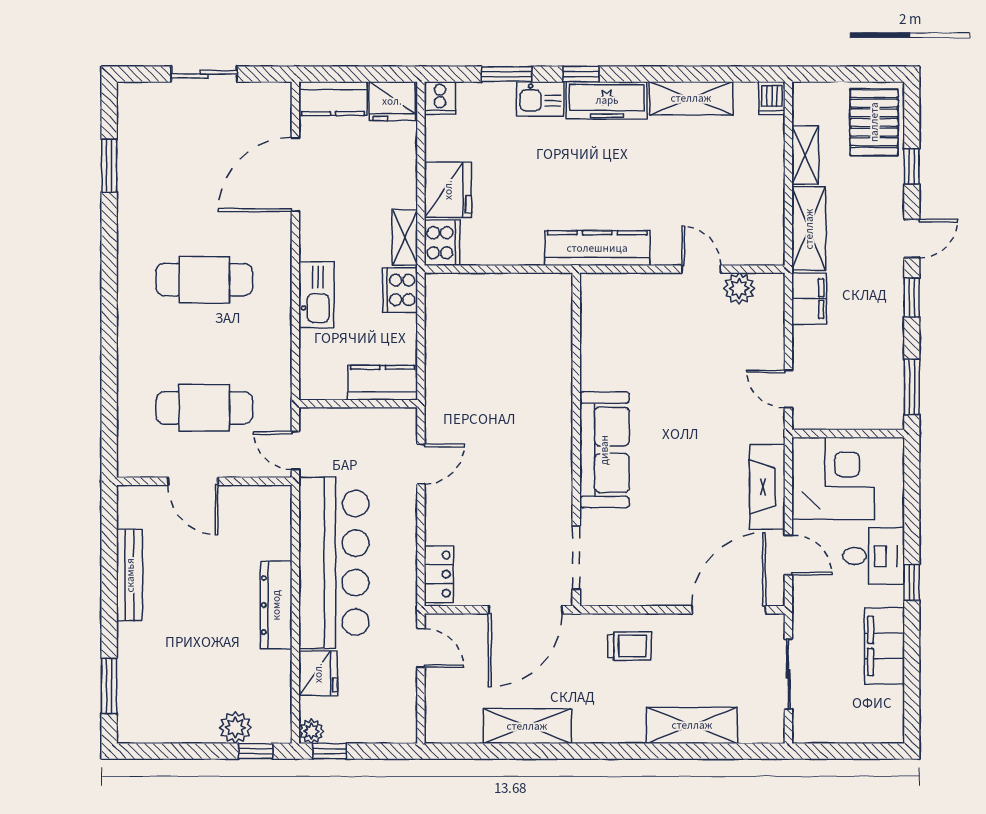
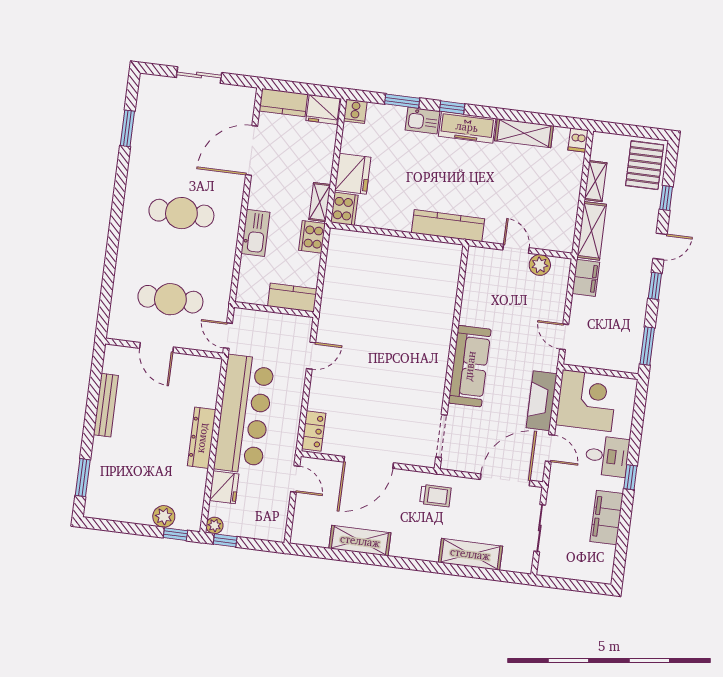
wall: (576, 439) -> (452, 357), moved
sofa: (604, 450) -> (470, 366), moved
doorway: (576, 558) -> (441, 436), moved

